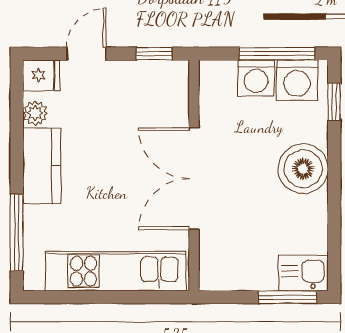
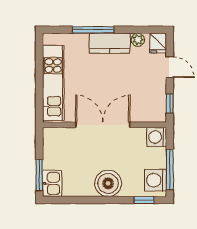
washing machine: (256, 78) -> (157, 137), moved
window: (17, 233) -> (93, 30), moved

